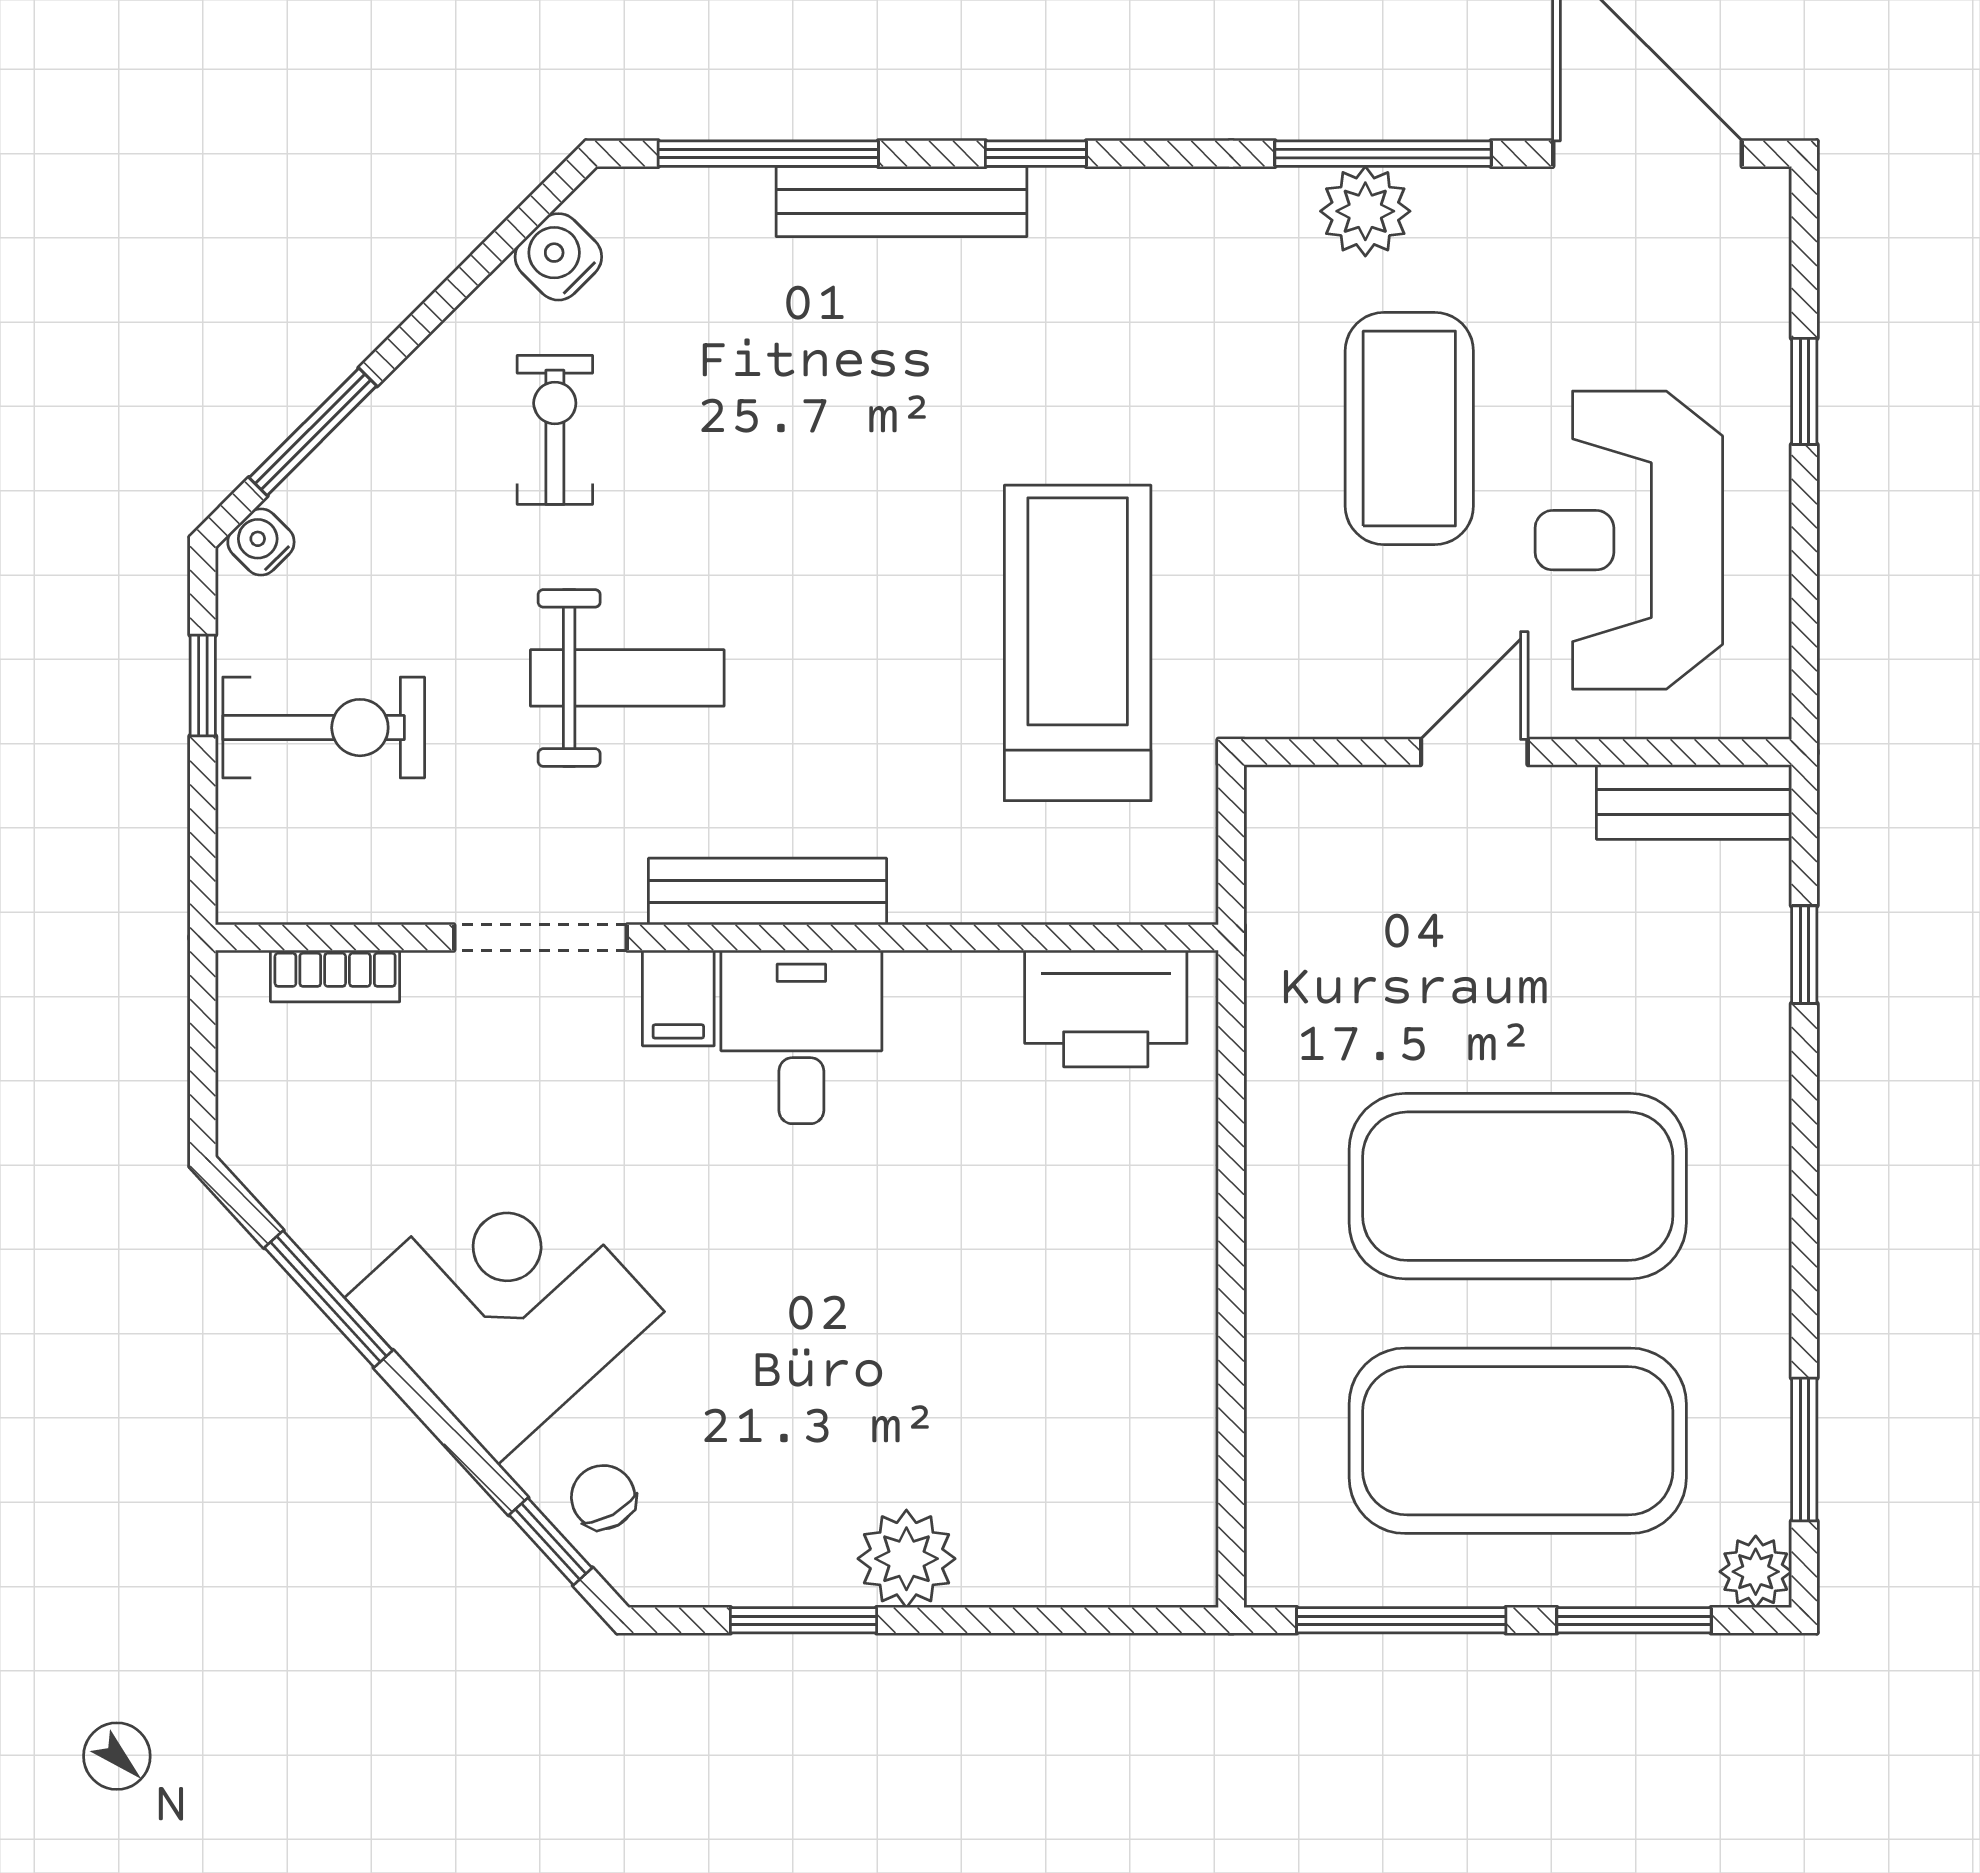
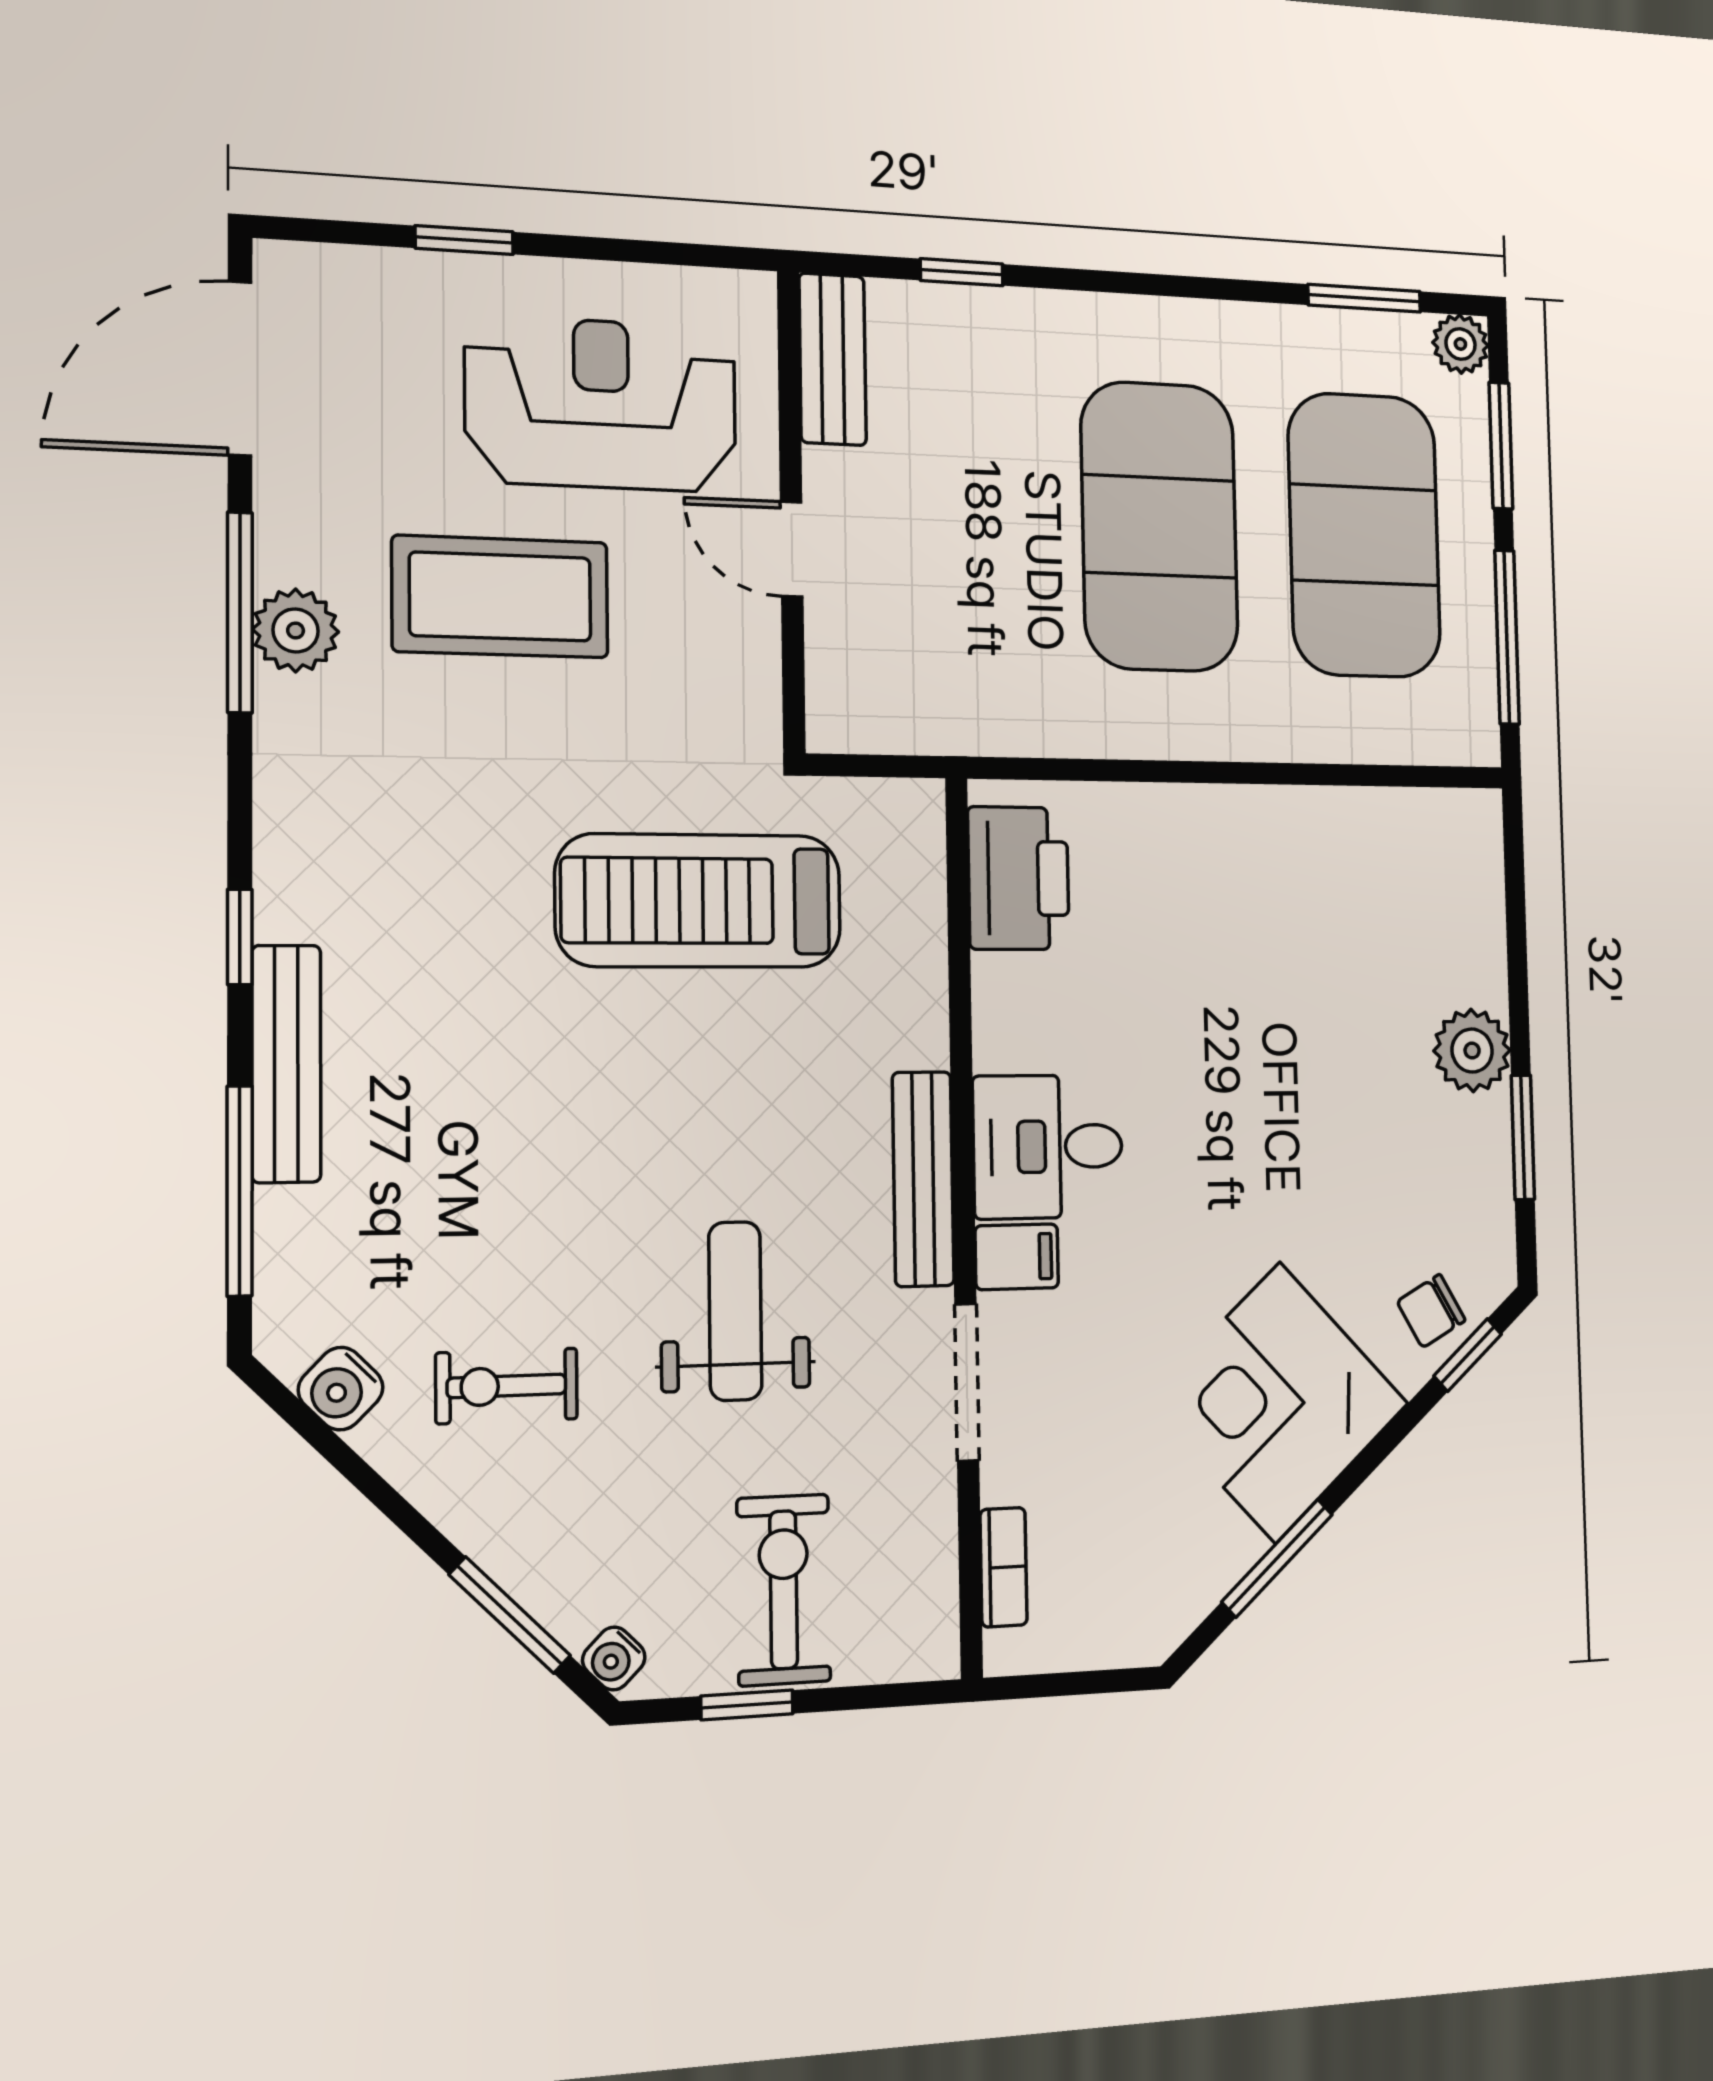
reception desk: (1629, 540) -> (601, 404), turned 180

